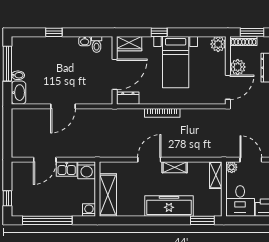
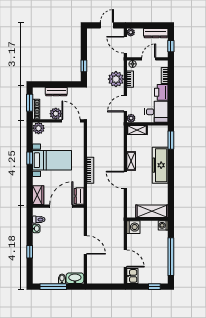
window: (159, 32) -> (30, 158), moved
door: (115, 74) -> (61, 206), hinge flipped
kitchen sink: (67, 169) -> (132, 276), moved

